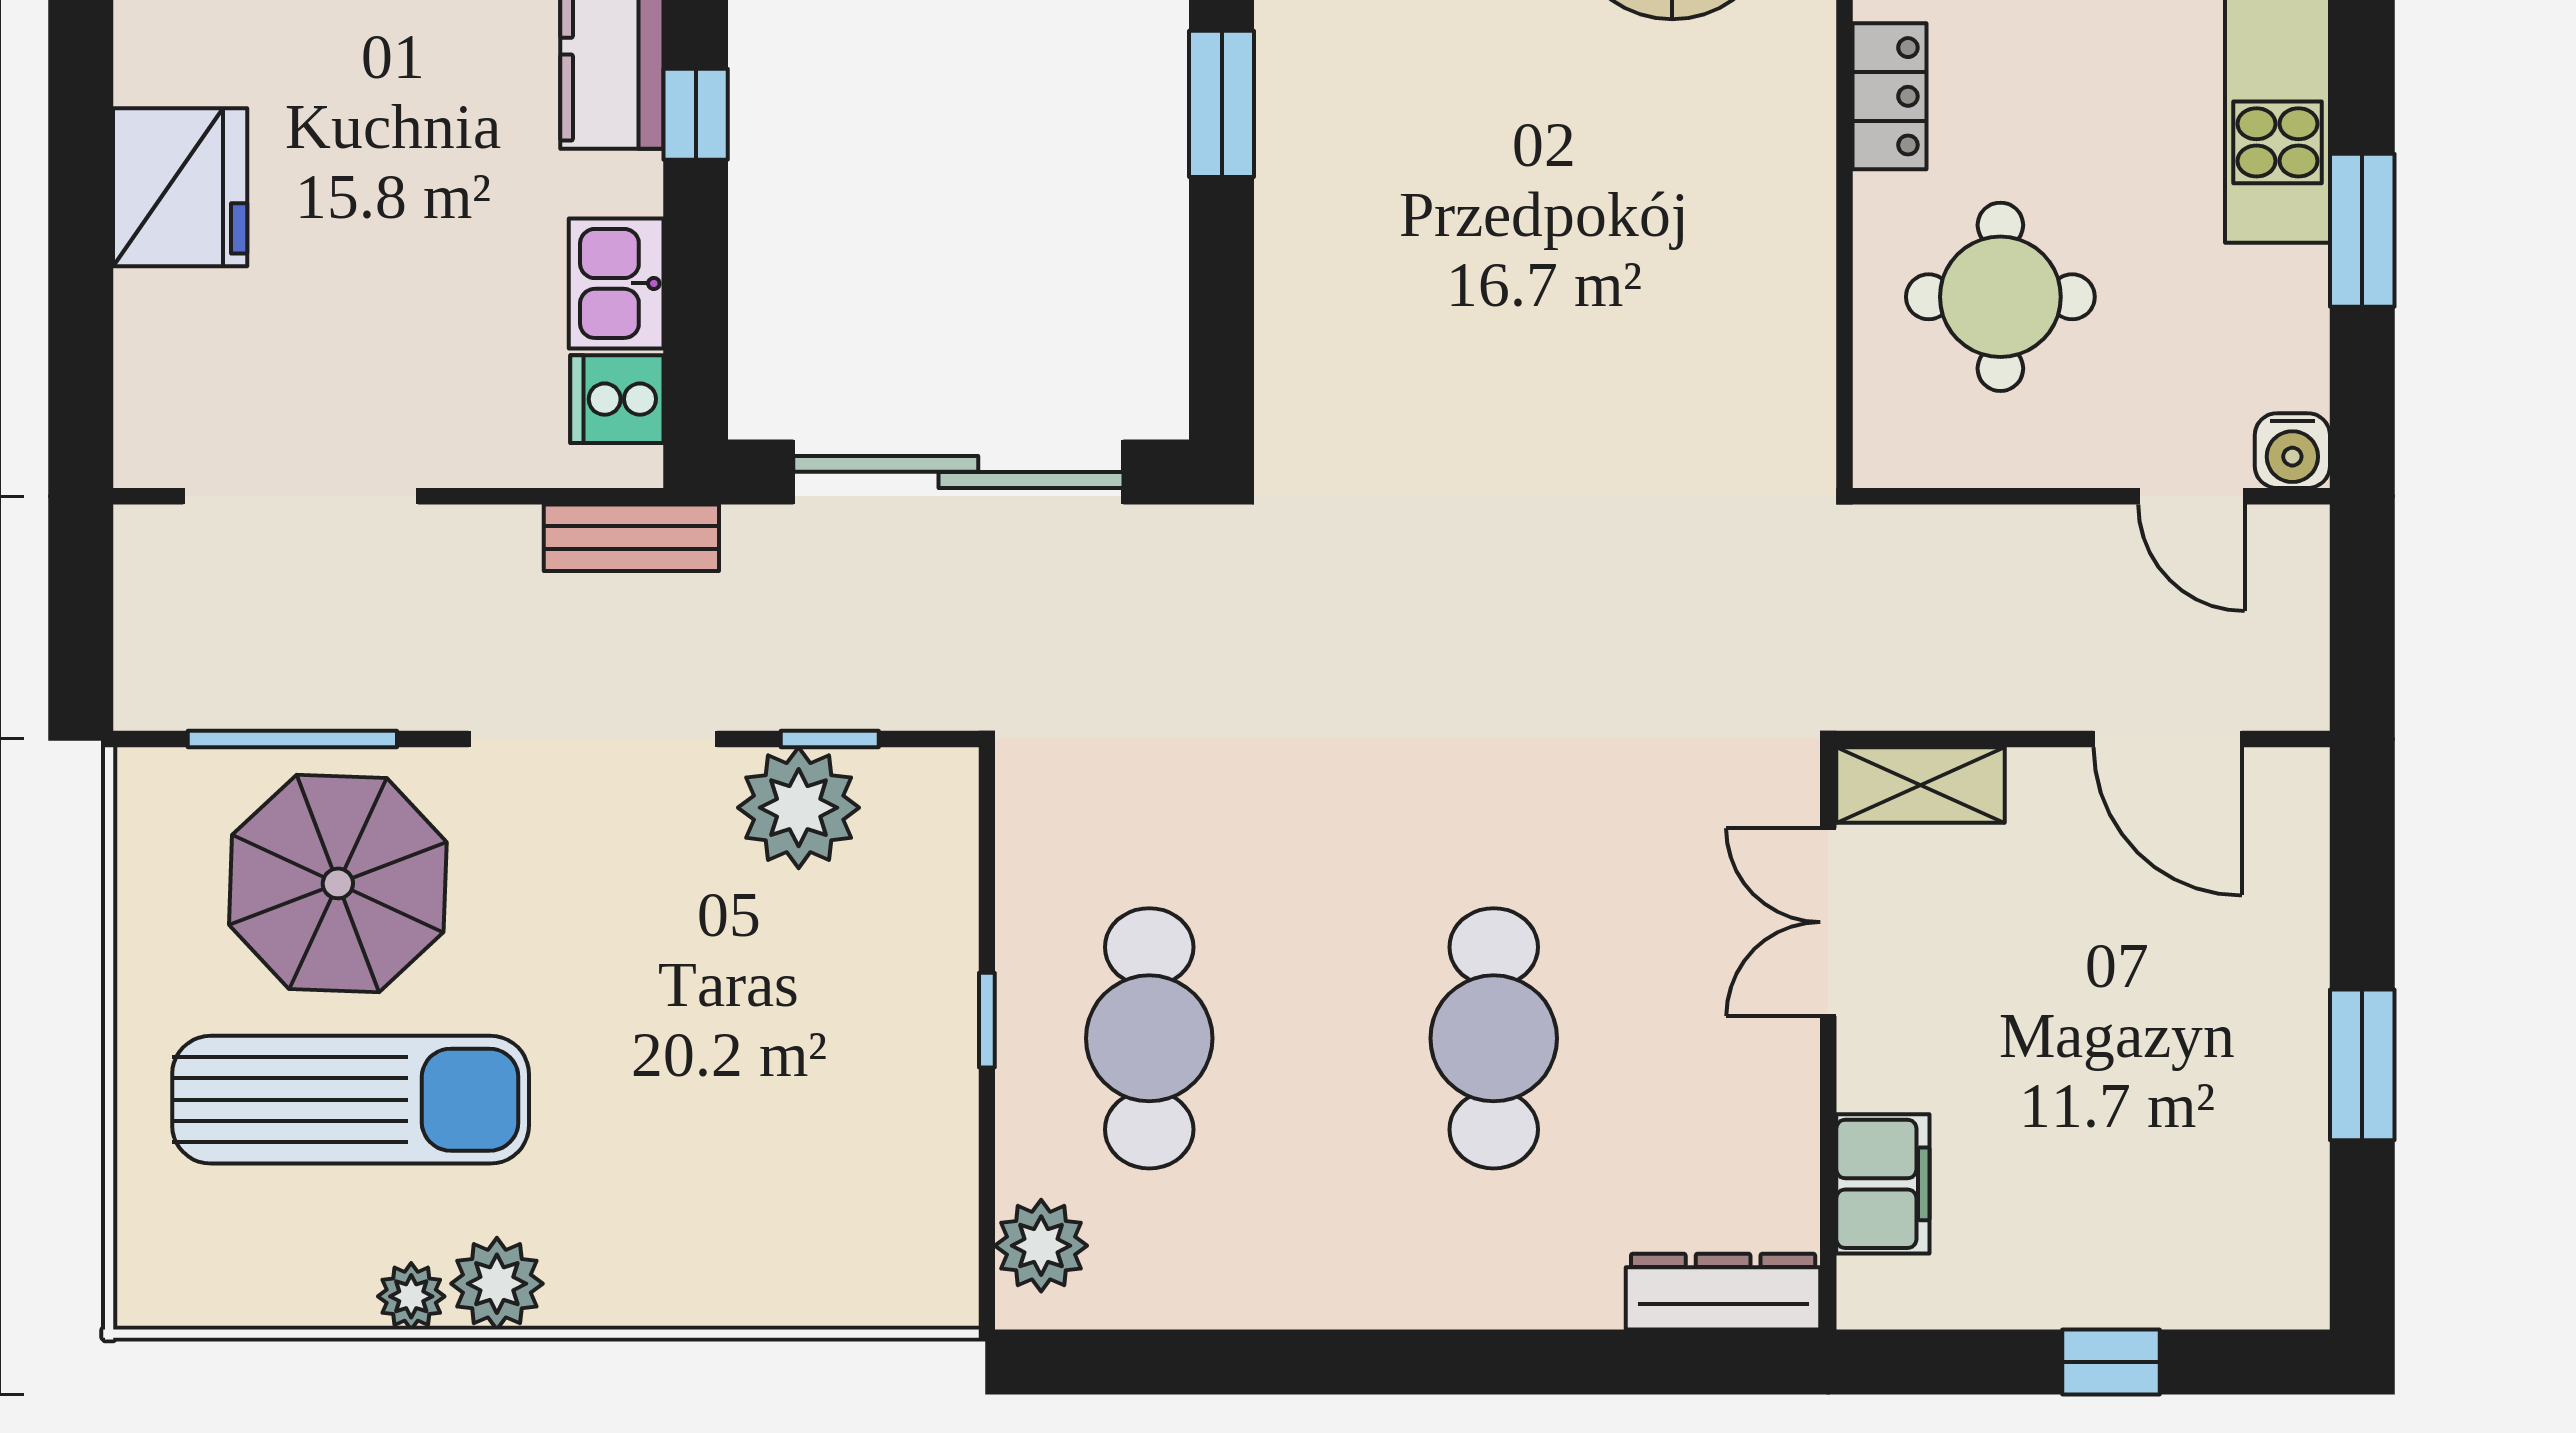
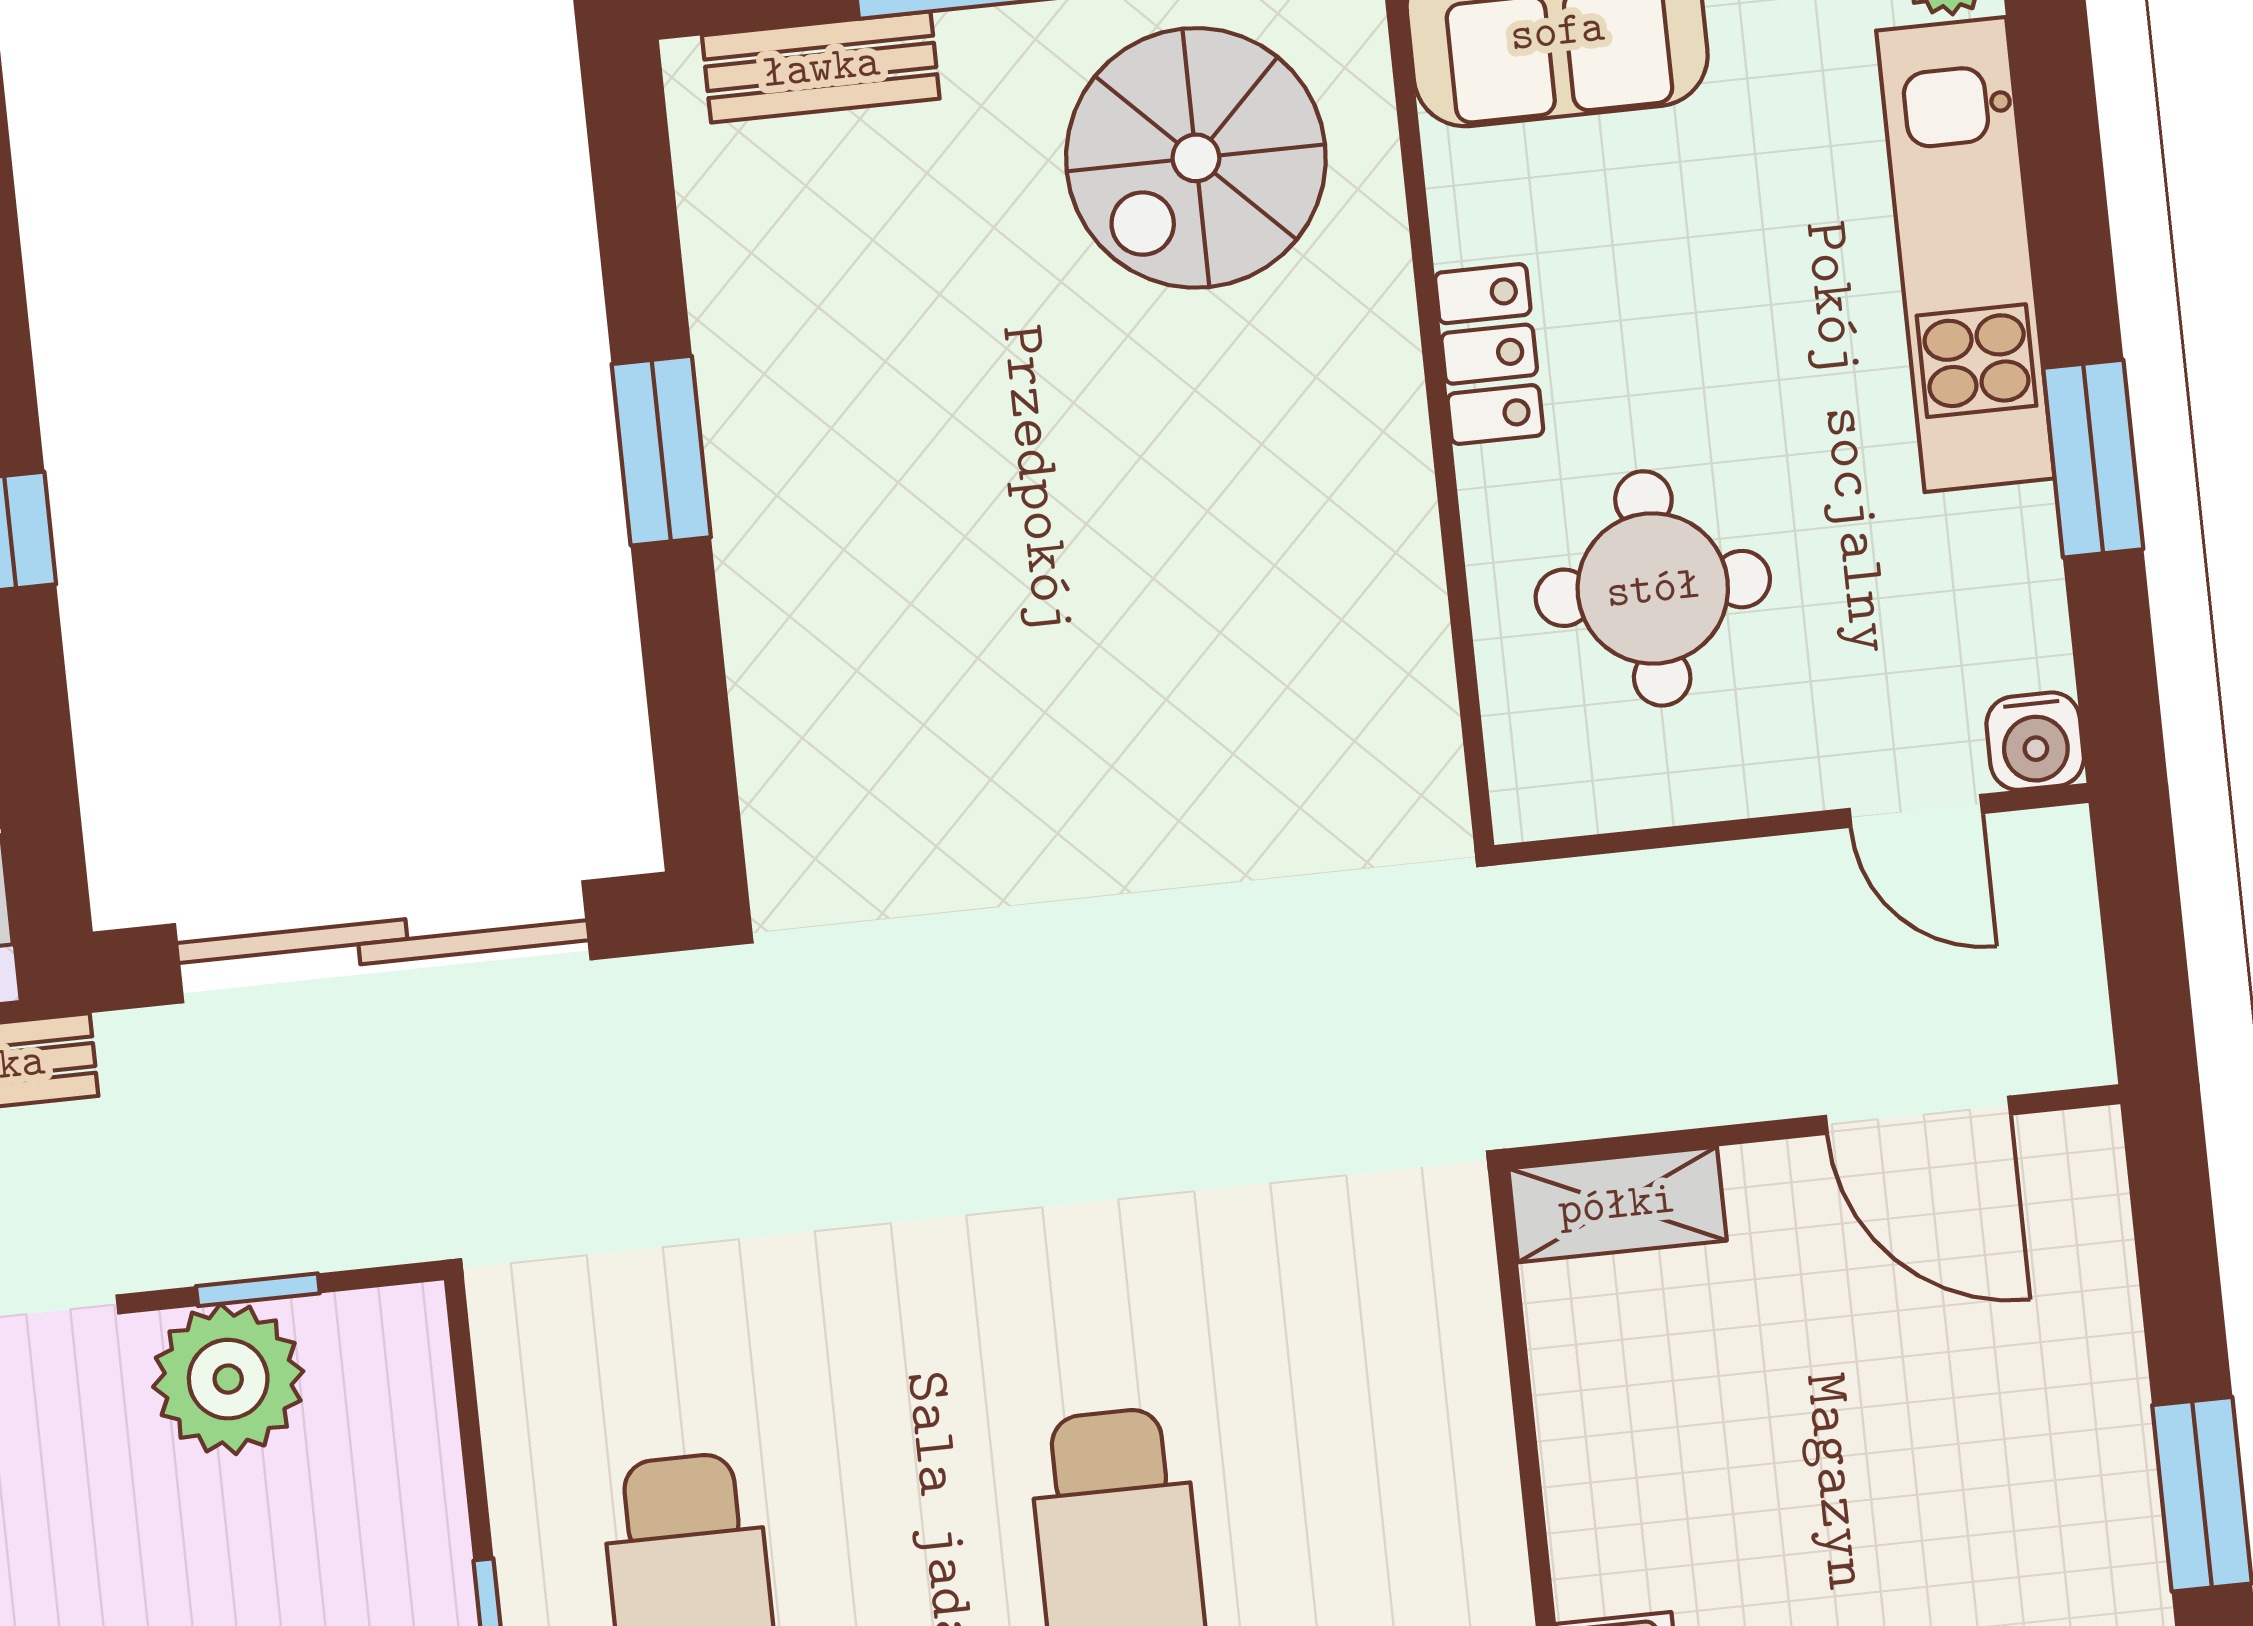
double door: (1828, 922) -> (1521, 1387), removed

